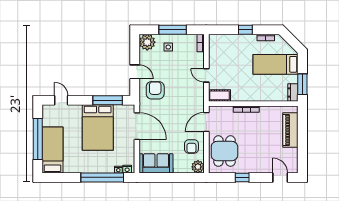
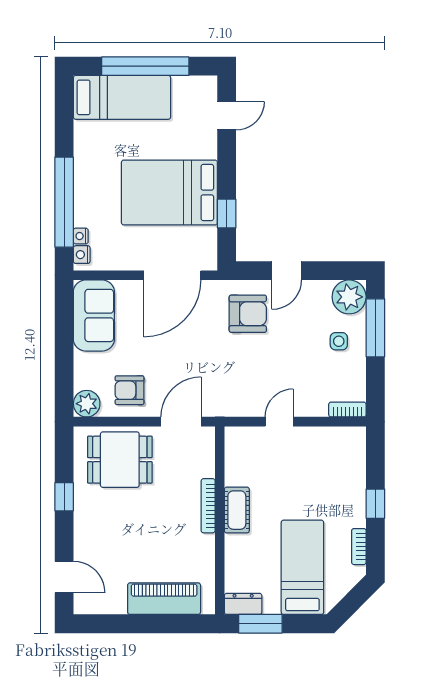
window: (173, 30) -> (375, 328), moved
cot: (219, 95) -> (237, 510), moved
window: (108, 100) -> (227, 214), width x0.46
door: (206, 122) -> (181, 422), hinge flipped
door: (280, 177) -> (64, 577), hinge flipped

